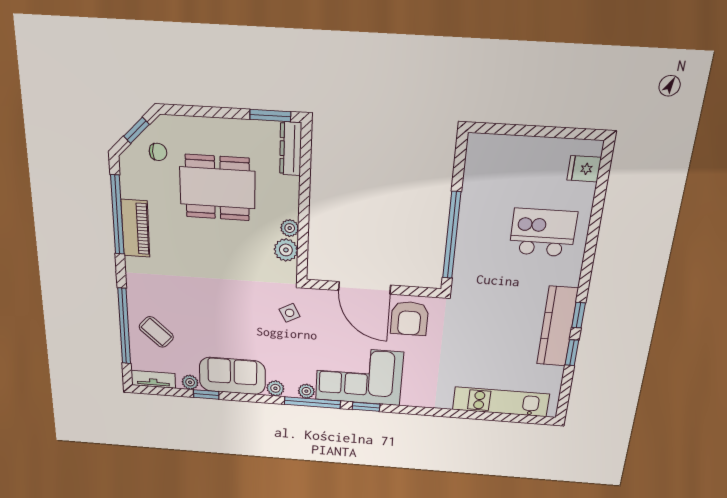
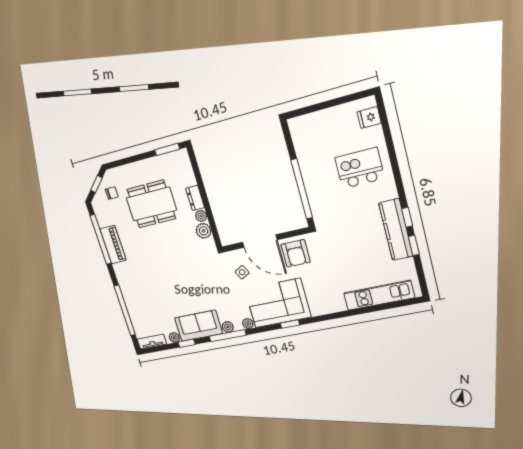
dresser: (291, 149) -> (195, 198), moved, width x0.70
side table: (290, 313) -> (242, 272), moved
coffee table: (156, 332) -> (144, 309), removed
window: (312, 403) -> (228, 336), moved

